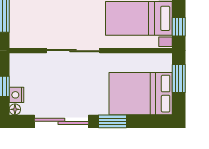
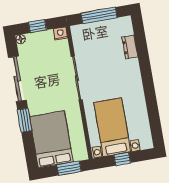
window: (179, 27) -> (122, 159), moved
nightstand: (16, 95) -> (60, 33), moved

